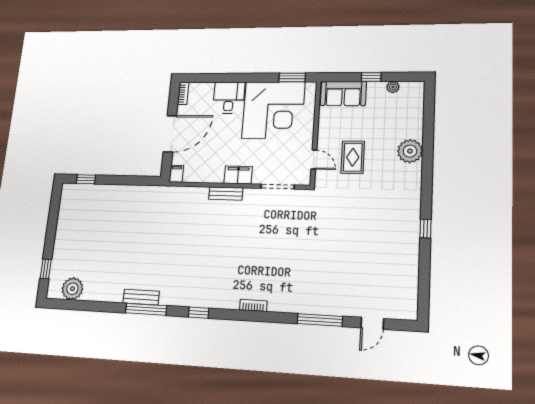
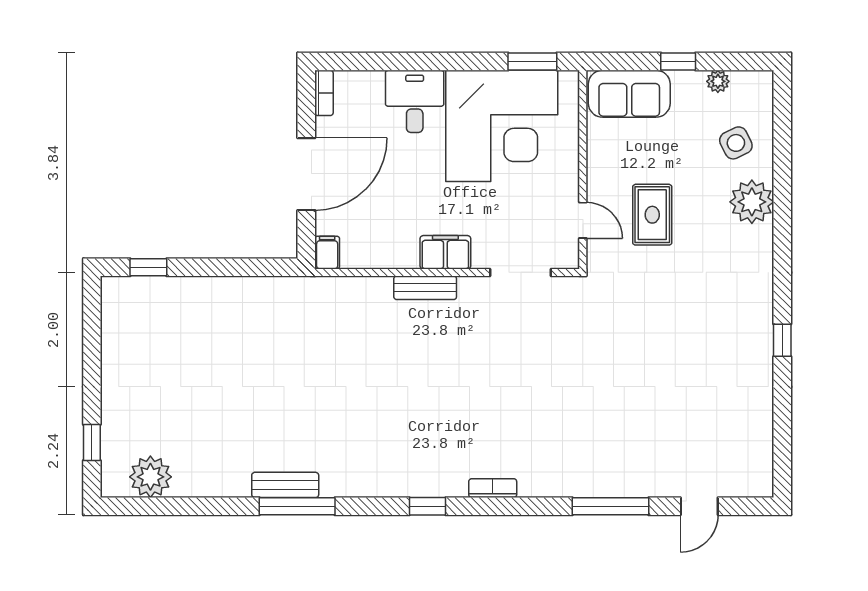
side table: (402, 119) -> (736, 143), added
window: (199, 313) -> (427, 506), moved

